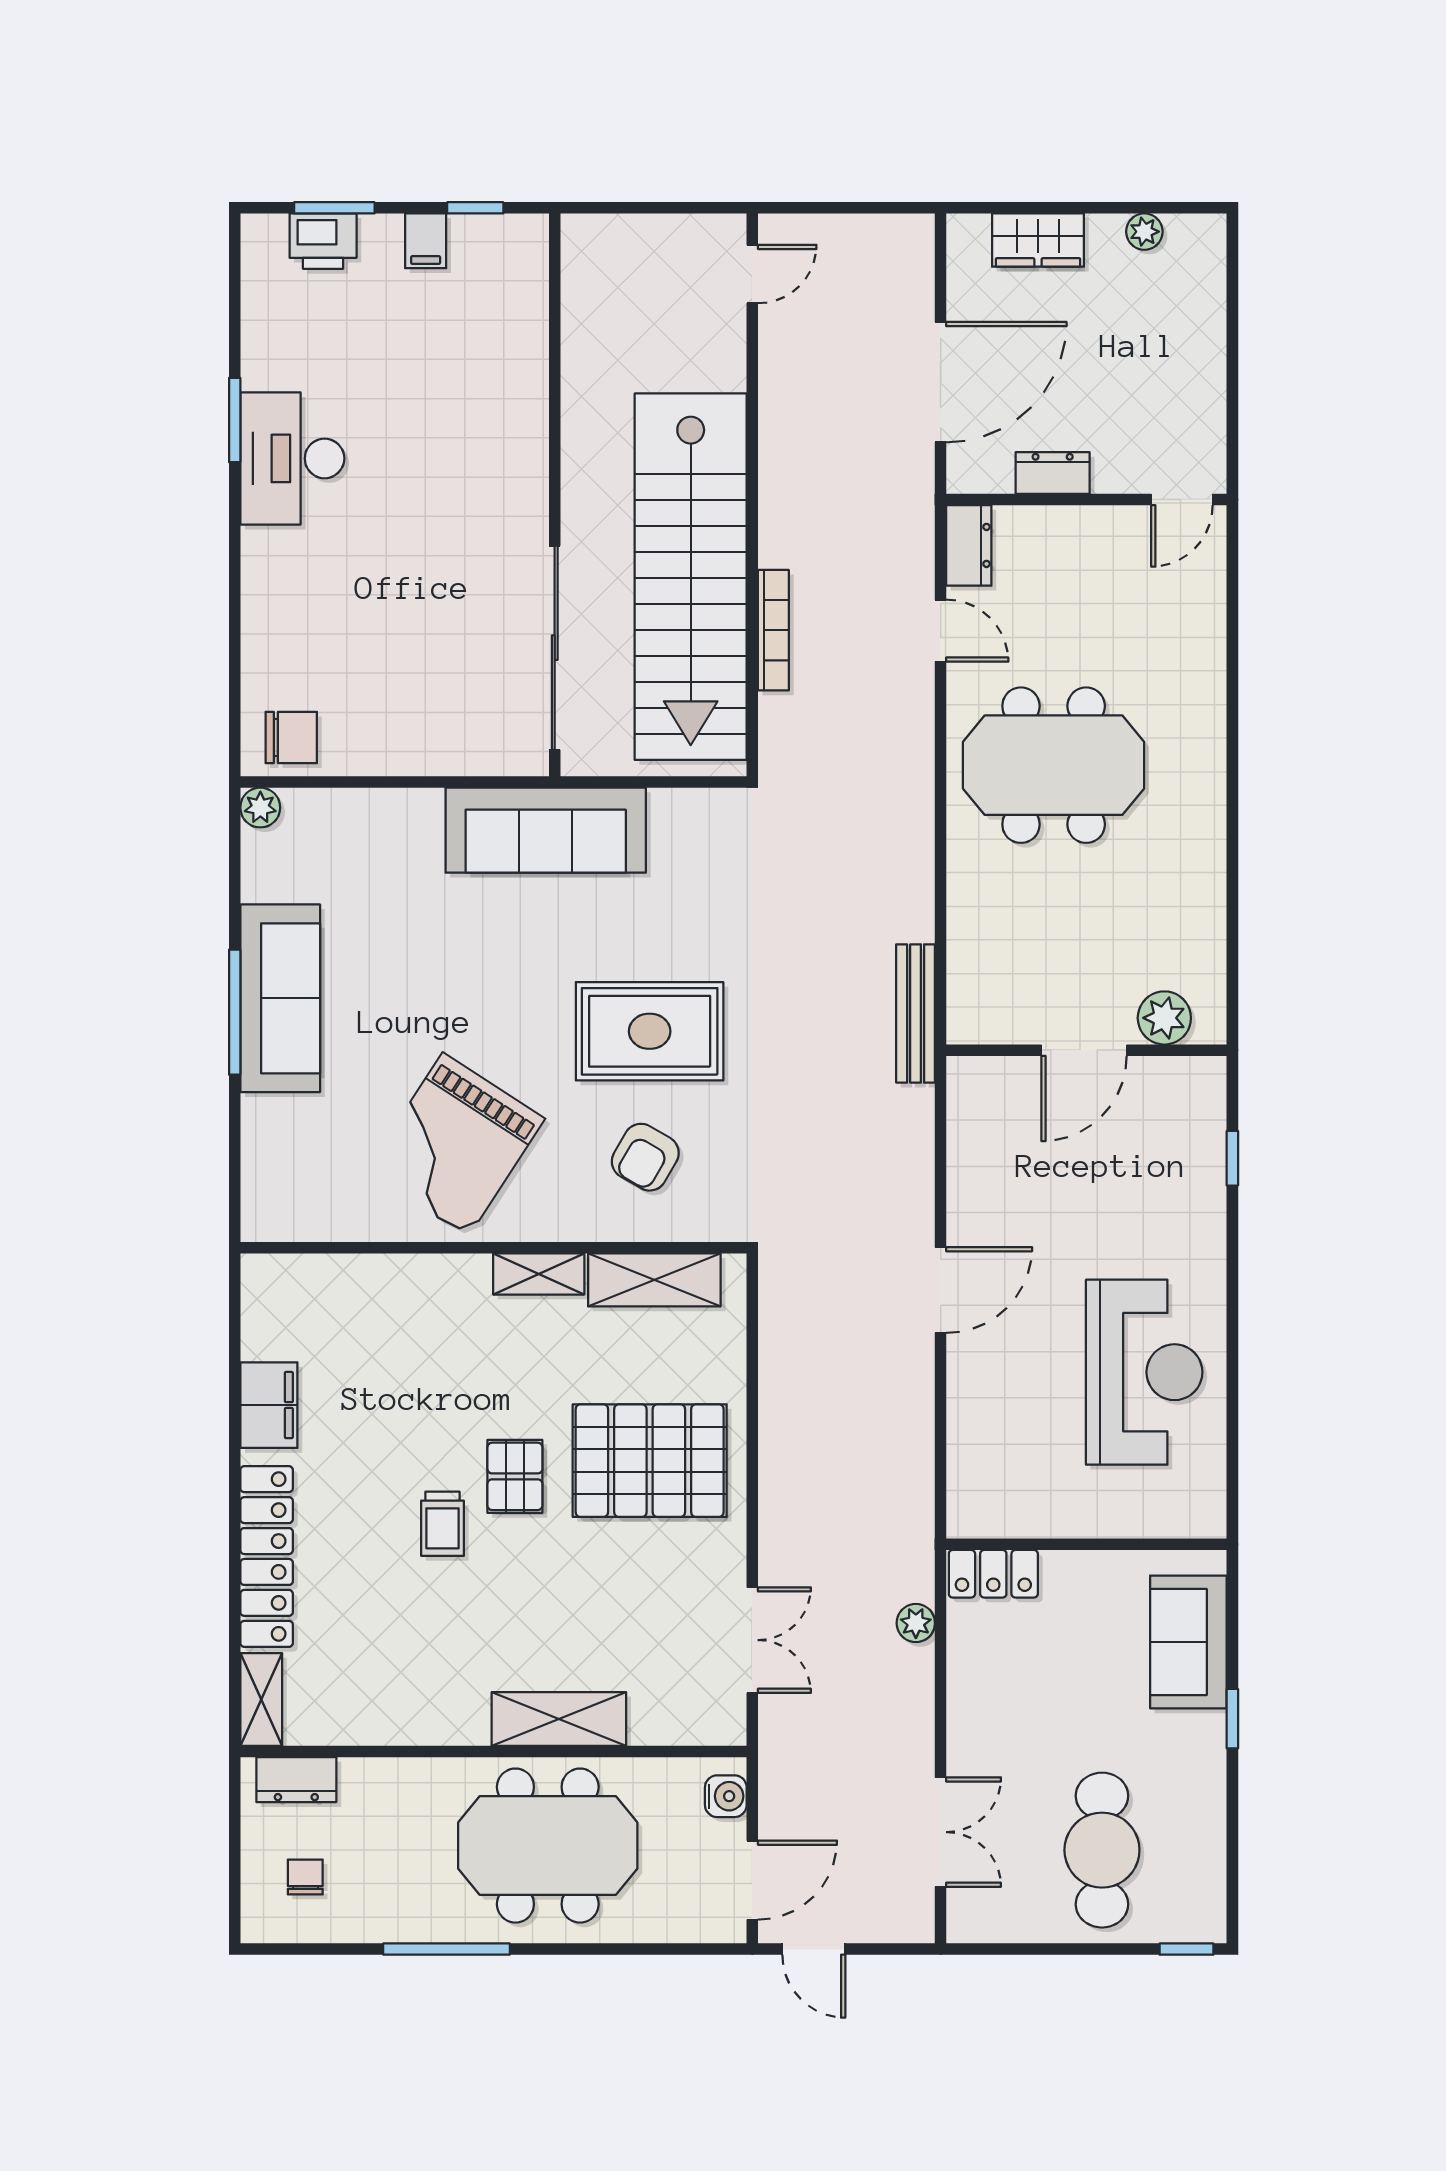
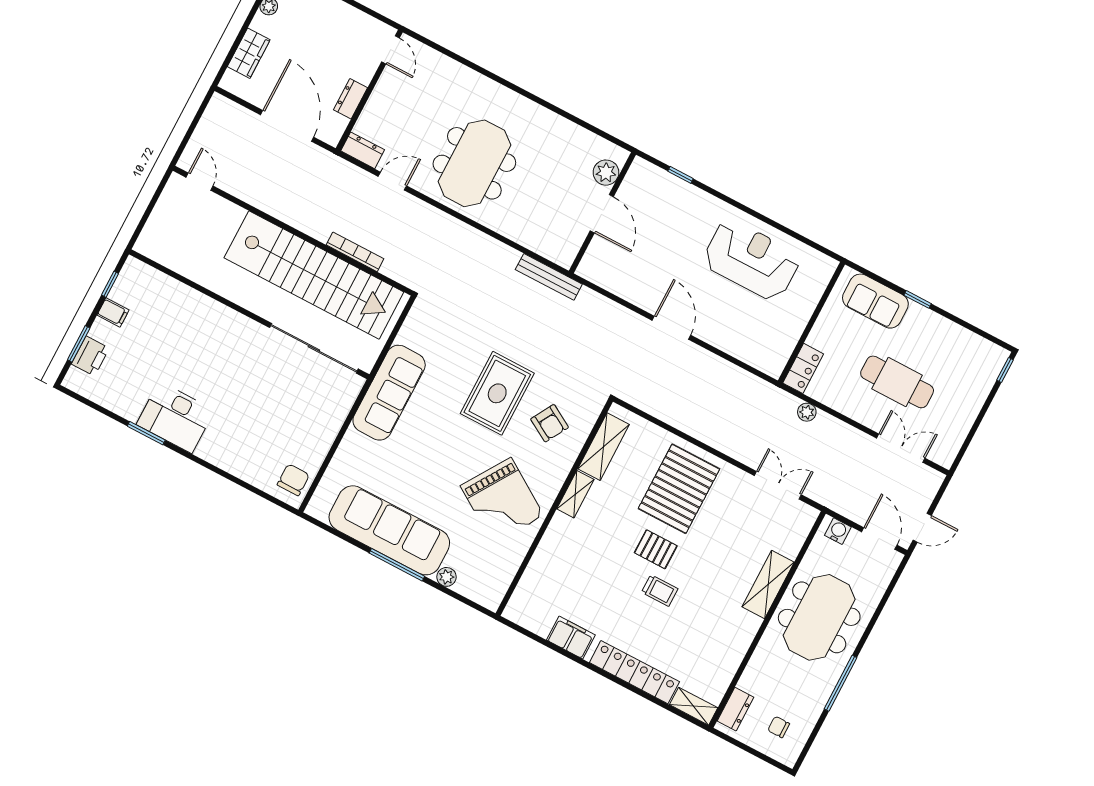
plant: (260, 808) -> (446, 577), moved
sofa: (280, 998) -> (389, 530), width x1.36, depth x1.27
cafe table: (1102, 1850) -> (897, 382), moved

